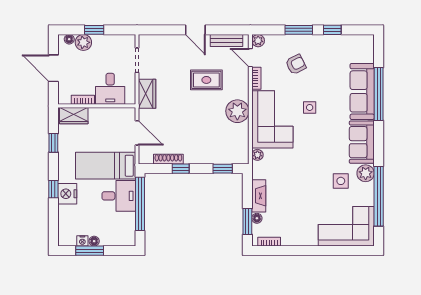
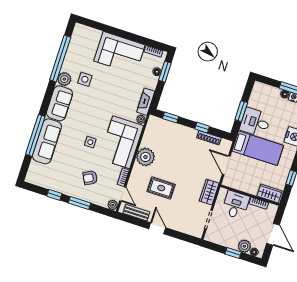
fireplace: (259, 196) -> (146, 102), moved
window: (140, 204) -> (241, 111), width x0.47
corner sofa: (346, 226) -> (119, 53), moved

